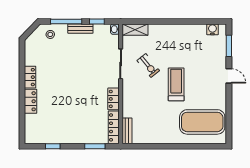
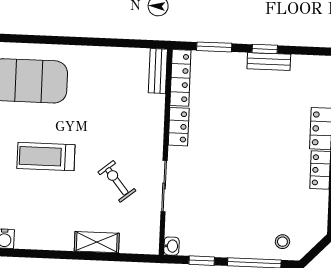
bench: (80, 29) -> (269, 61), moved
shelving: (135, 30) -> (97, 242), moved
treadmill: (176, 84) -> (46, 157), moved, turned 90
window: (53, 146) -> (265, 49), moved

